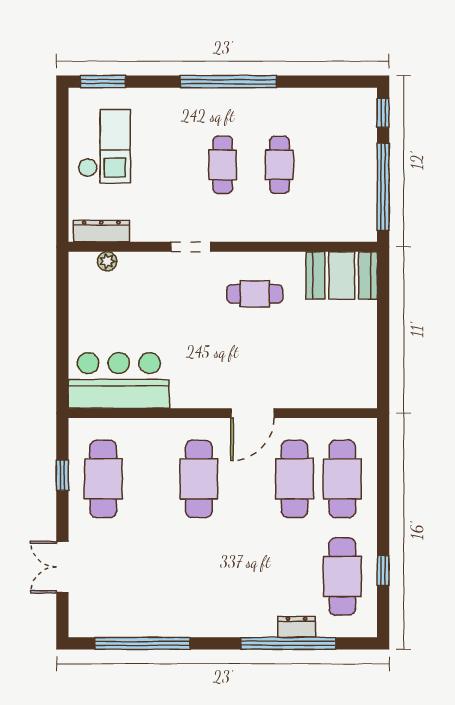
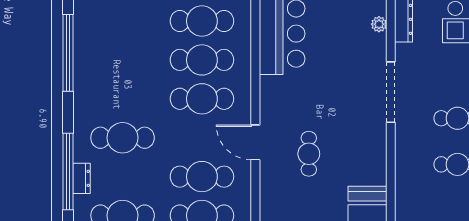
doorway: (191, 247) -> (391, 92), width x1.88
cafe table: (255, 294) -> (309, 154), moved
cafe table: (151, 479) -> (202, 60), added
cafe table: (247, 576) -> (123, 138), added

